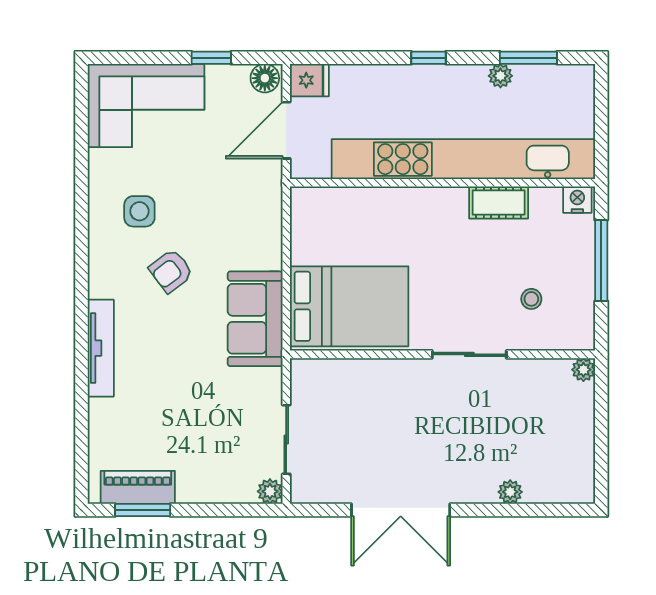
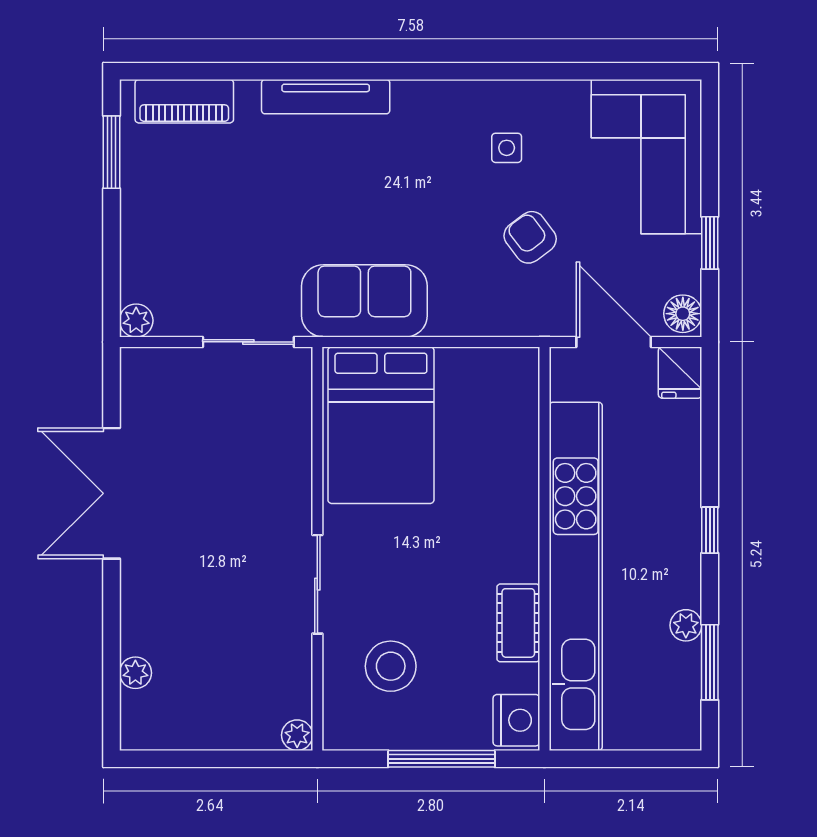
nightstand: (577, 200) -> (516, 720), width x1.36, depth x1.33
side table: (139, 211) -> (507, 148), width x0.73, depth x0.73
armchair: (171, 271) -> (530, 237), moved
stool: (531, 299) -> (391, 666), width x1.89, depth x1.89
sliding door: (286, 440) -> (248, 342), moved
piano: (138, 487) -> (184, 101), moved, turned 90
plant: (510, 492) -> (135, 673), moved

